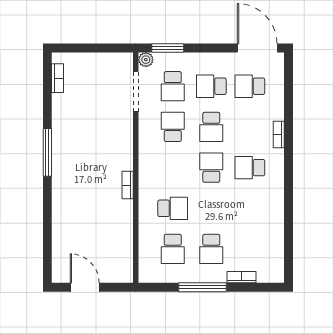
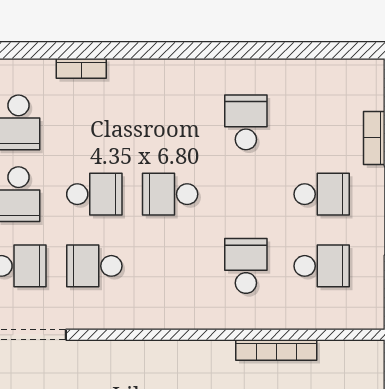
bookcase: (279, 134) -> (81, 68), moved
school desk: (250, 168) -> (246, 122), moved, turned 180
bookcase: (128, 185) -> (276, 350), moved, width x1.56

